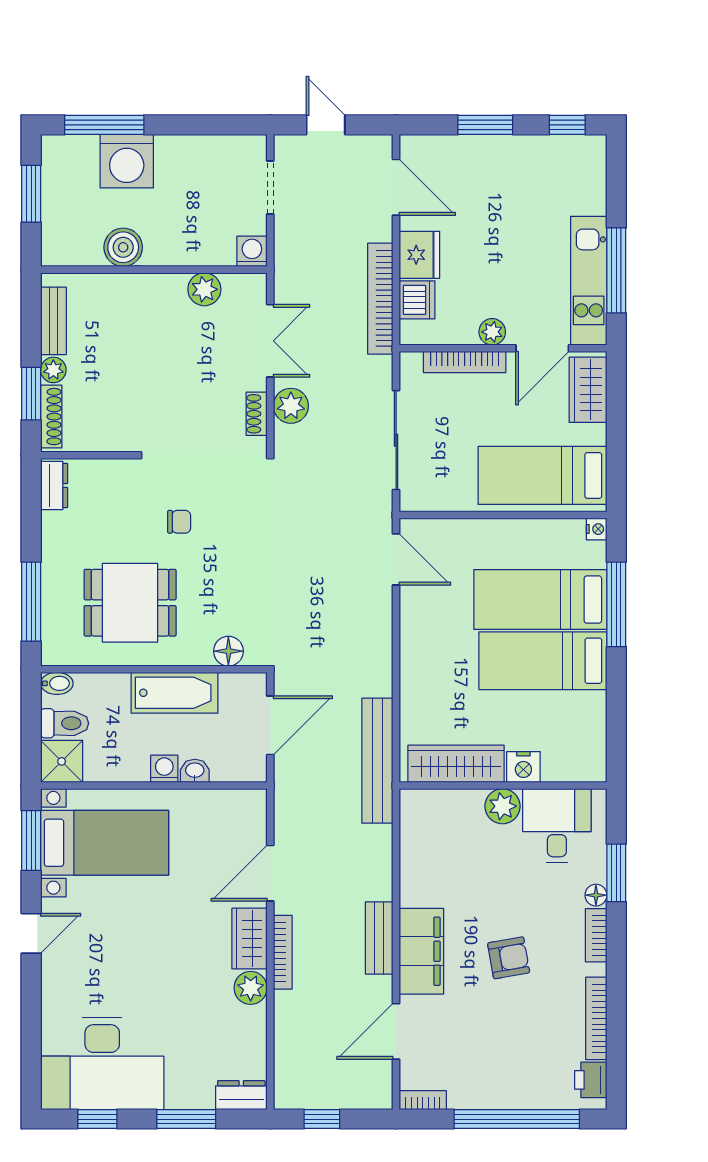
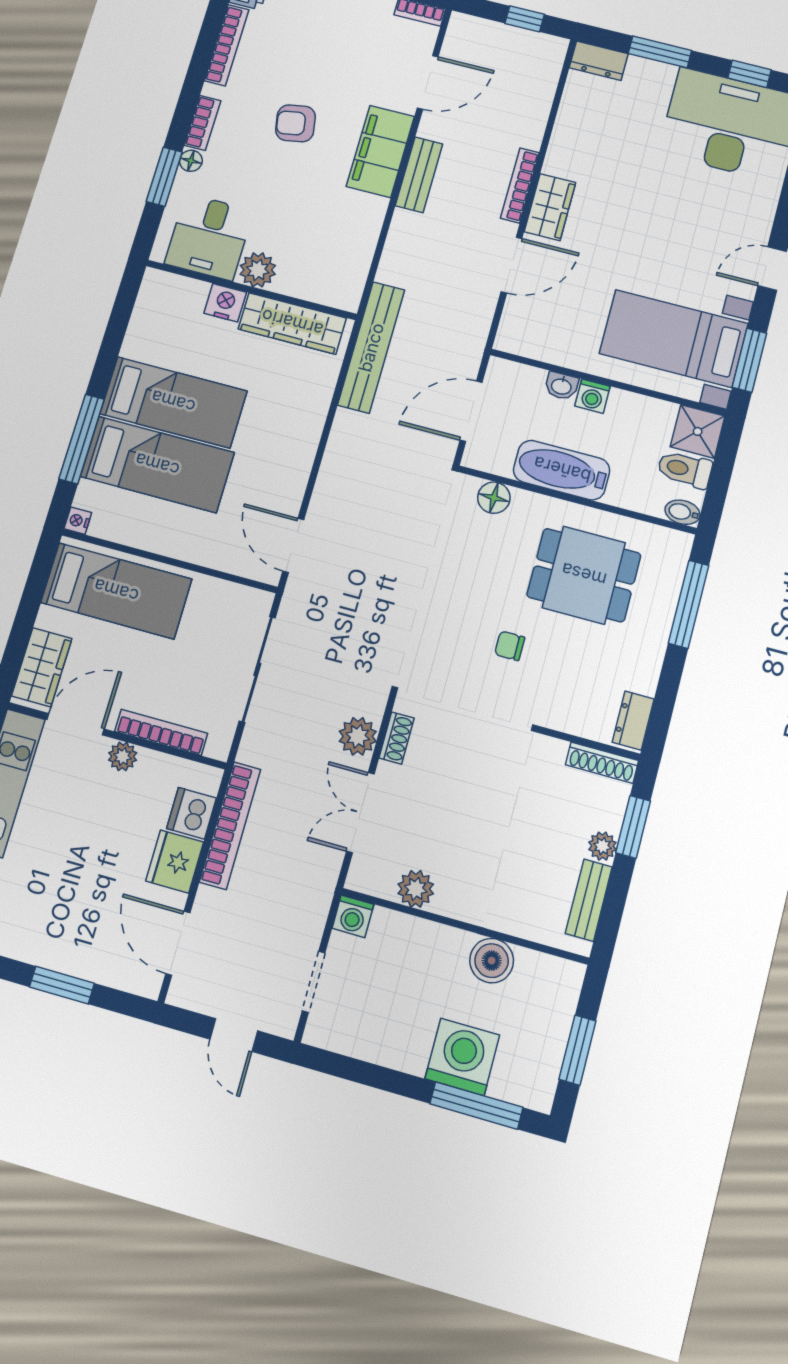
shoe rack: (51, 417) -> (602, 763), moved, turned -90
plant: (251, 988) -> (562, 160), removed

